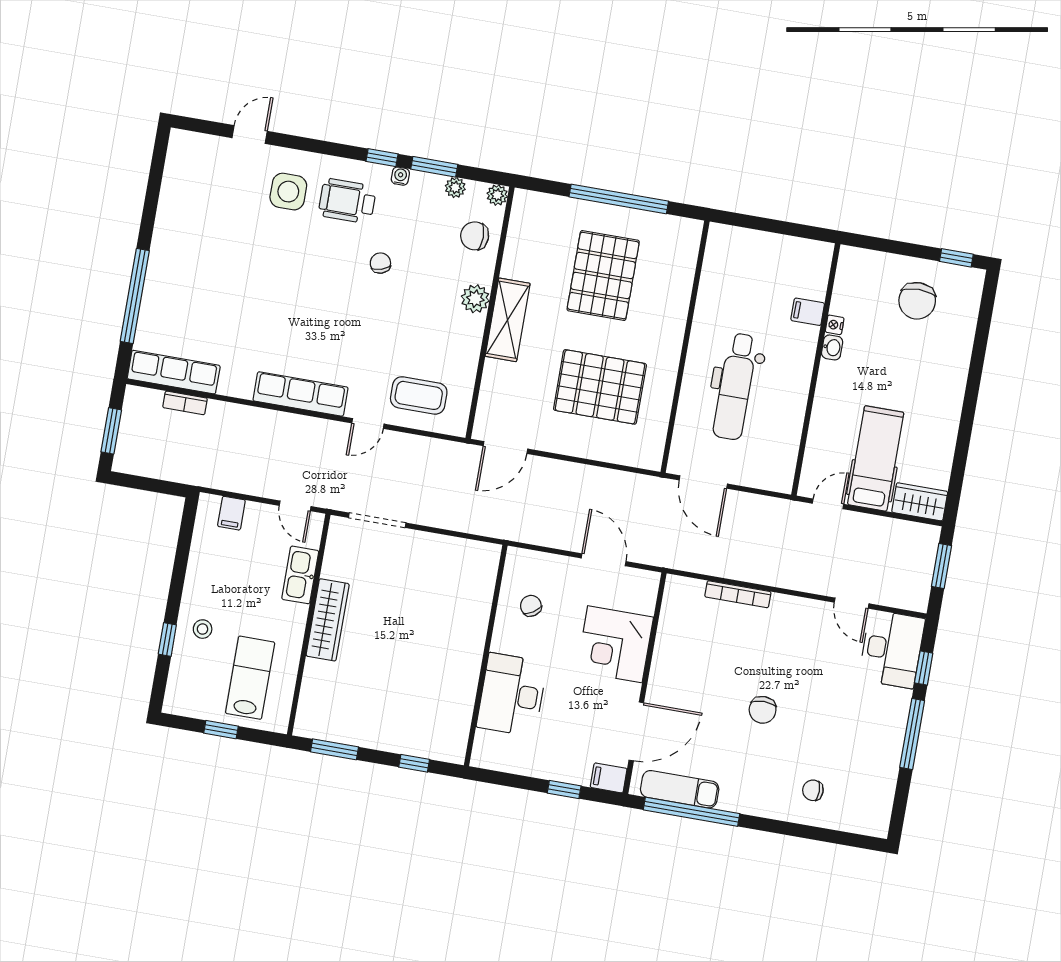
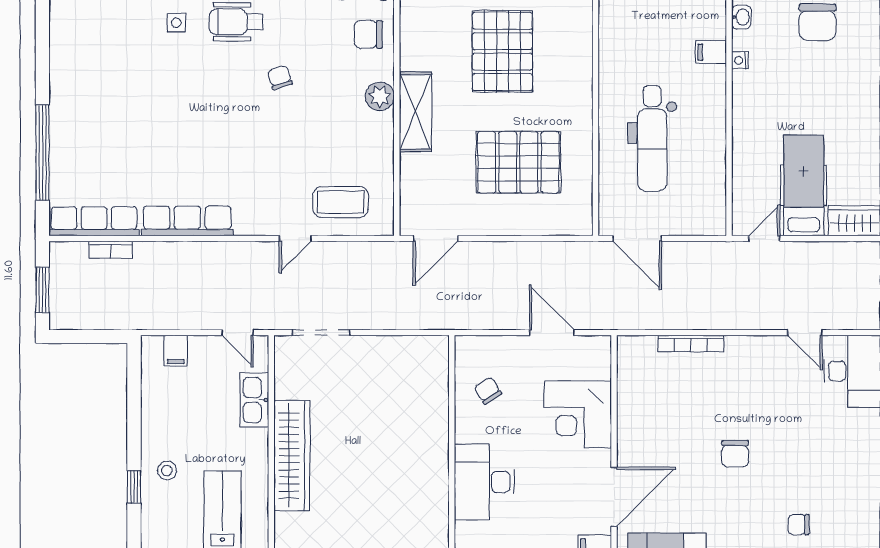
side table: (288, 192) -> (176, 23), width x0.54, depth x0.54
washbasin: (832, 347) -> (741, 17), moved
row of seats: (301, 394) -> (187, 221), moved
wardrobe: (328, 620) -> (292, 456), width x1.40, depth x1.17

